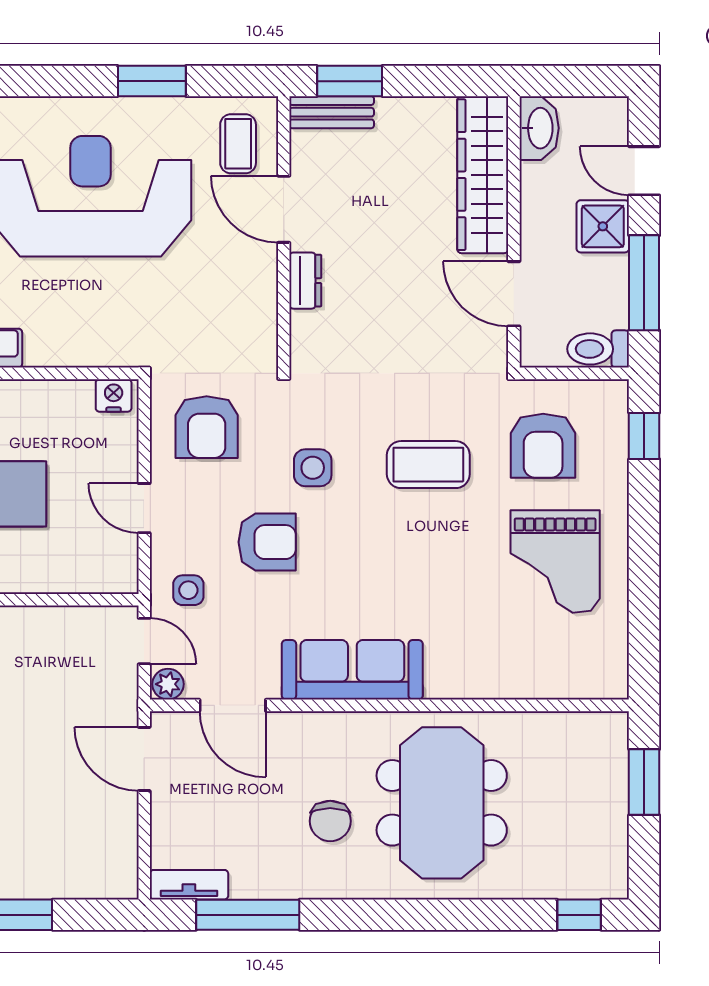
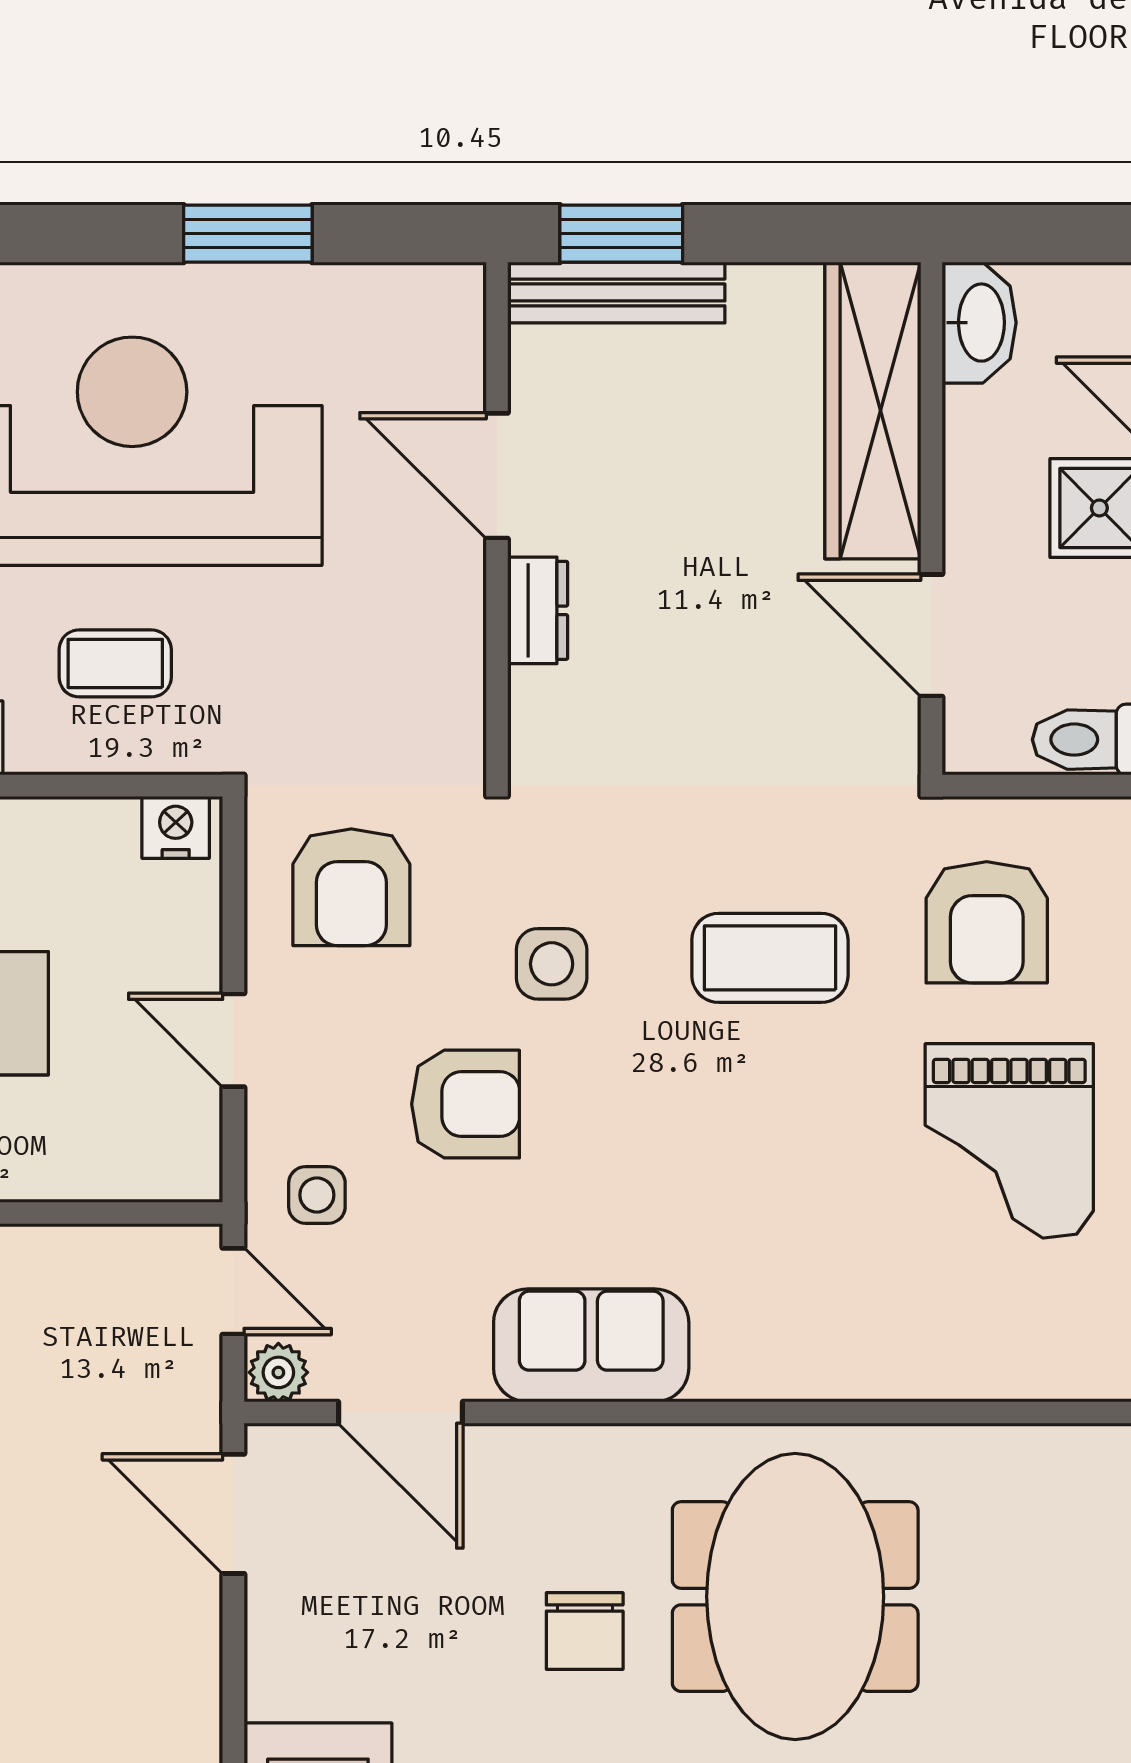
bench: (332, 112) -> (616, 292), width x1.36
coffee table: (238, 144) -> (115, 663), moved, turned 90
sofa: (352, 670) -> (591, 1345), width x0.73

